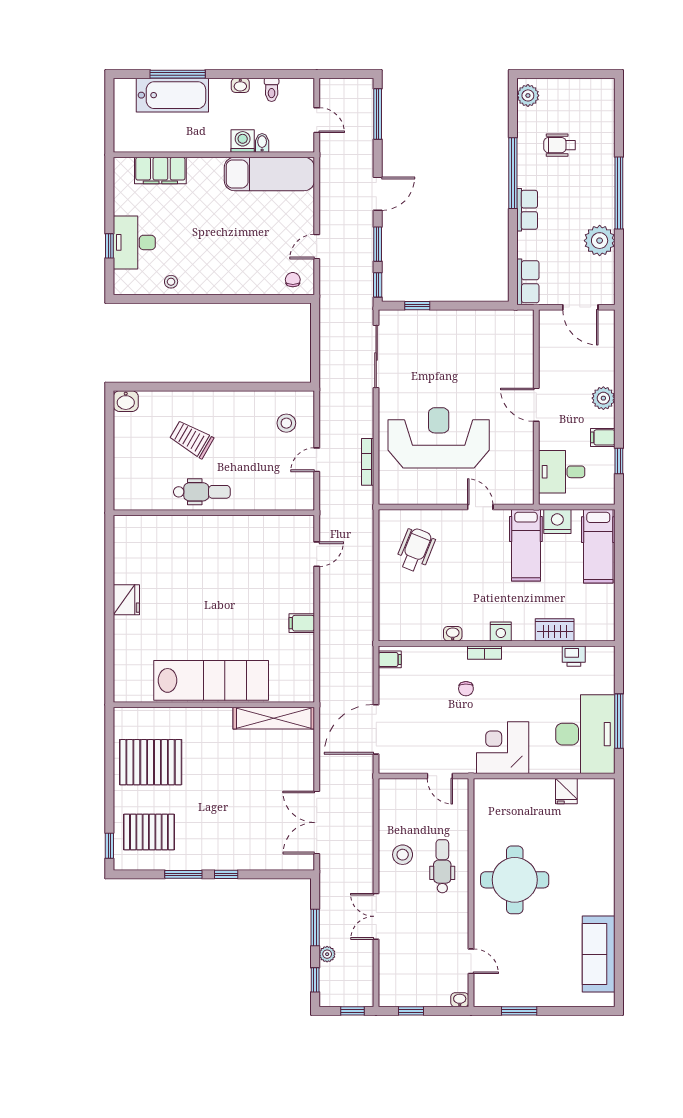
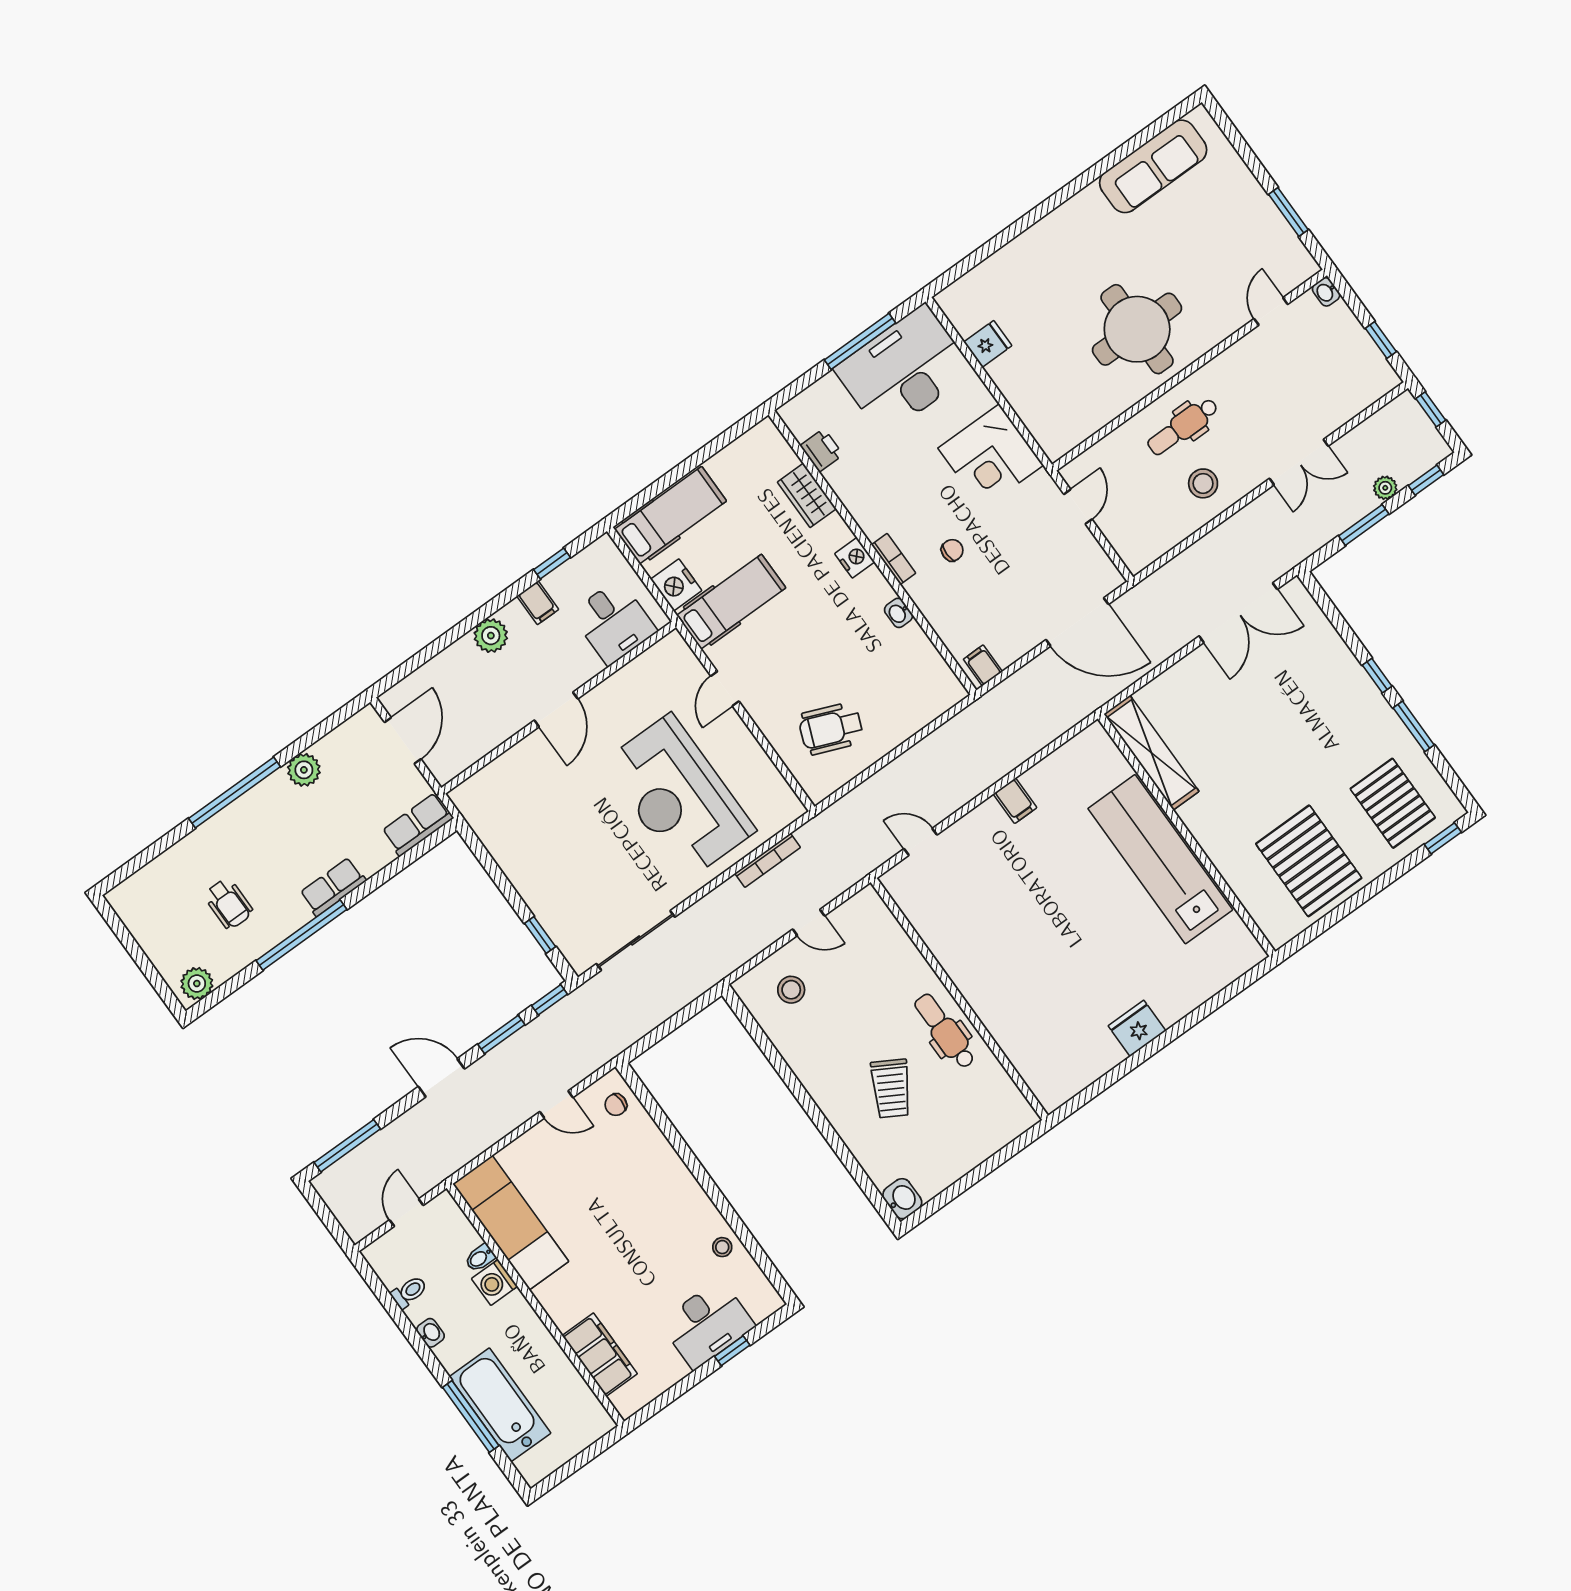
plant: (600, 241) -> (304, 770), width x0.73, depth x0.73

